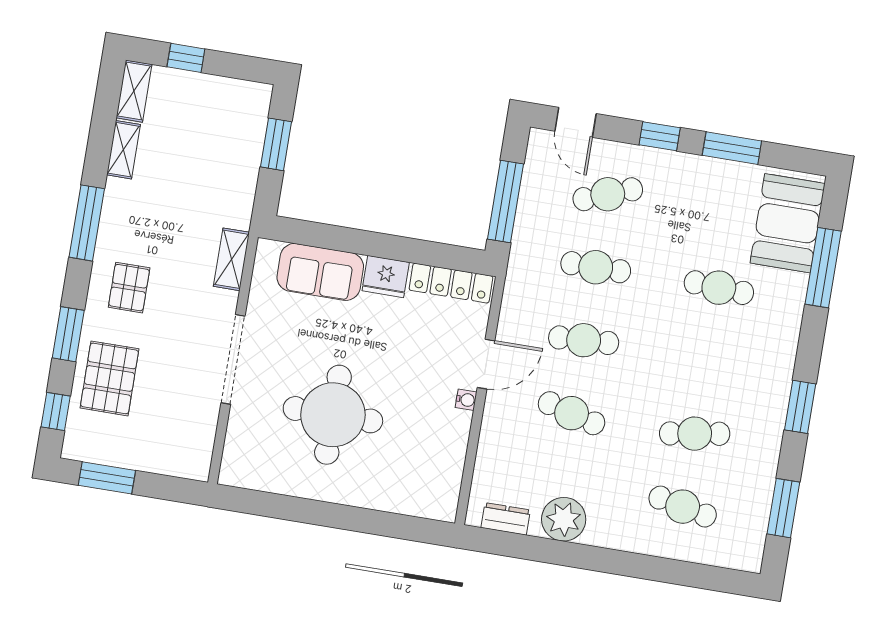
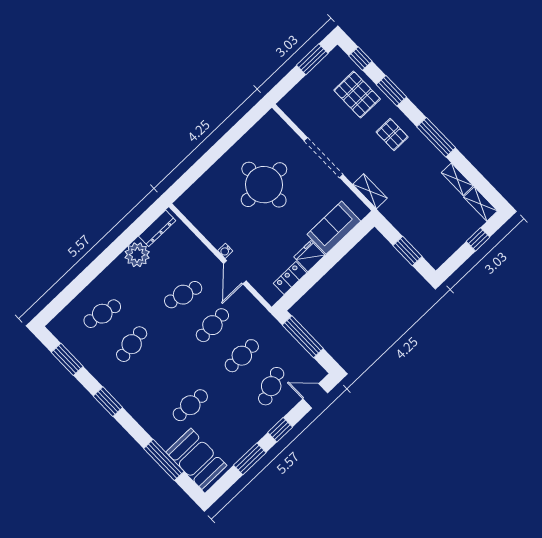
locker: (451, 283) -> (290, 278), width x0.66
dresser: (506, 519) -> (157, 228), width x1.44

